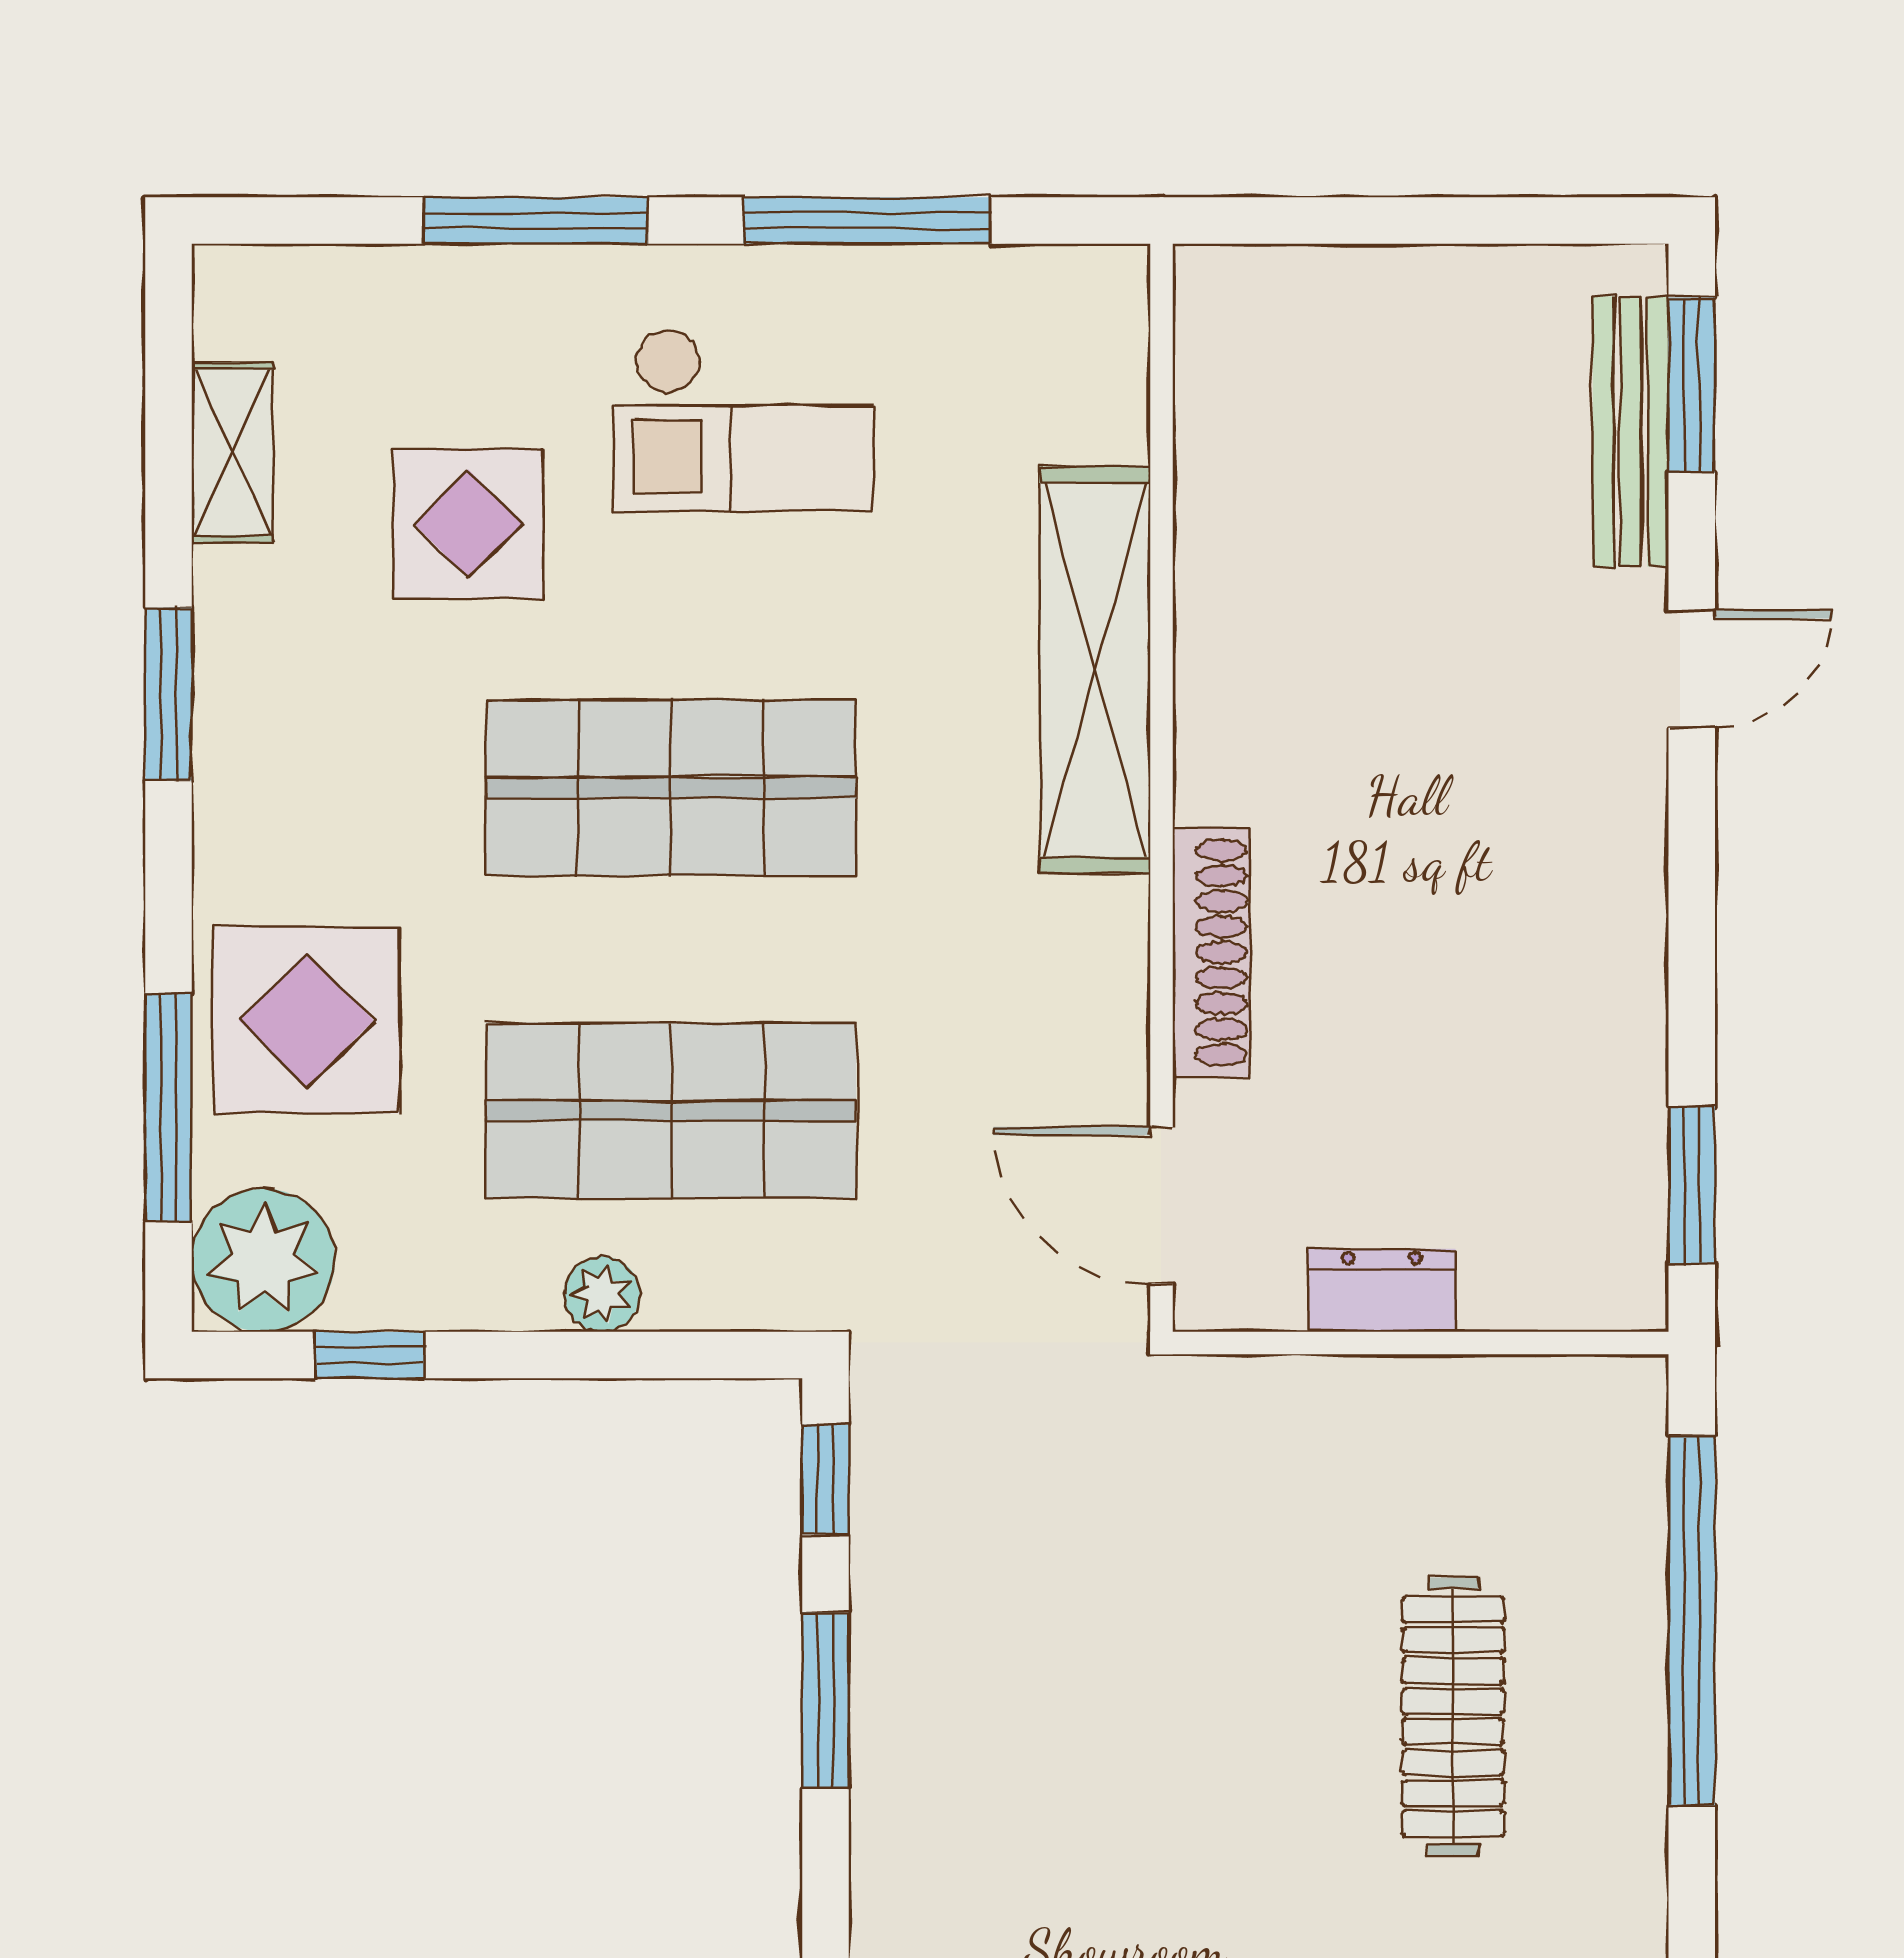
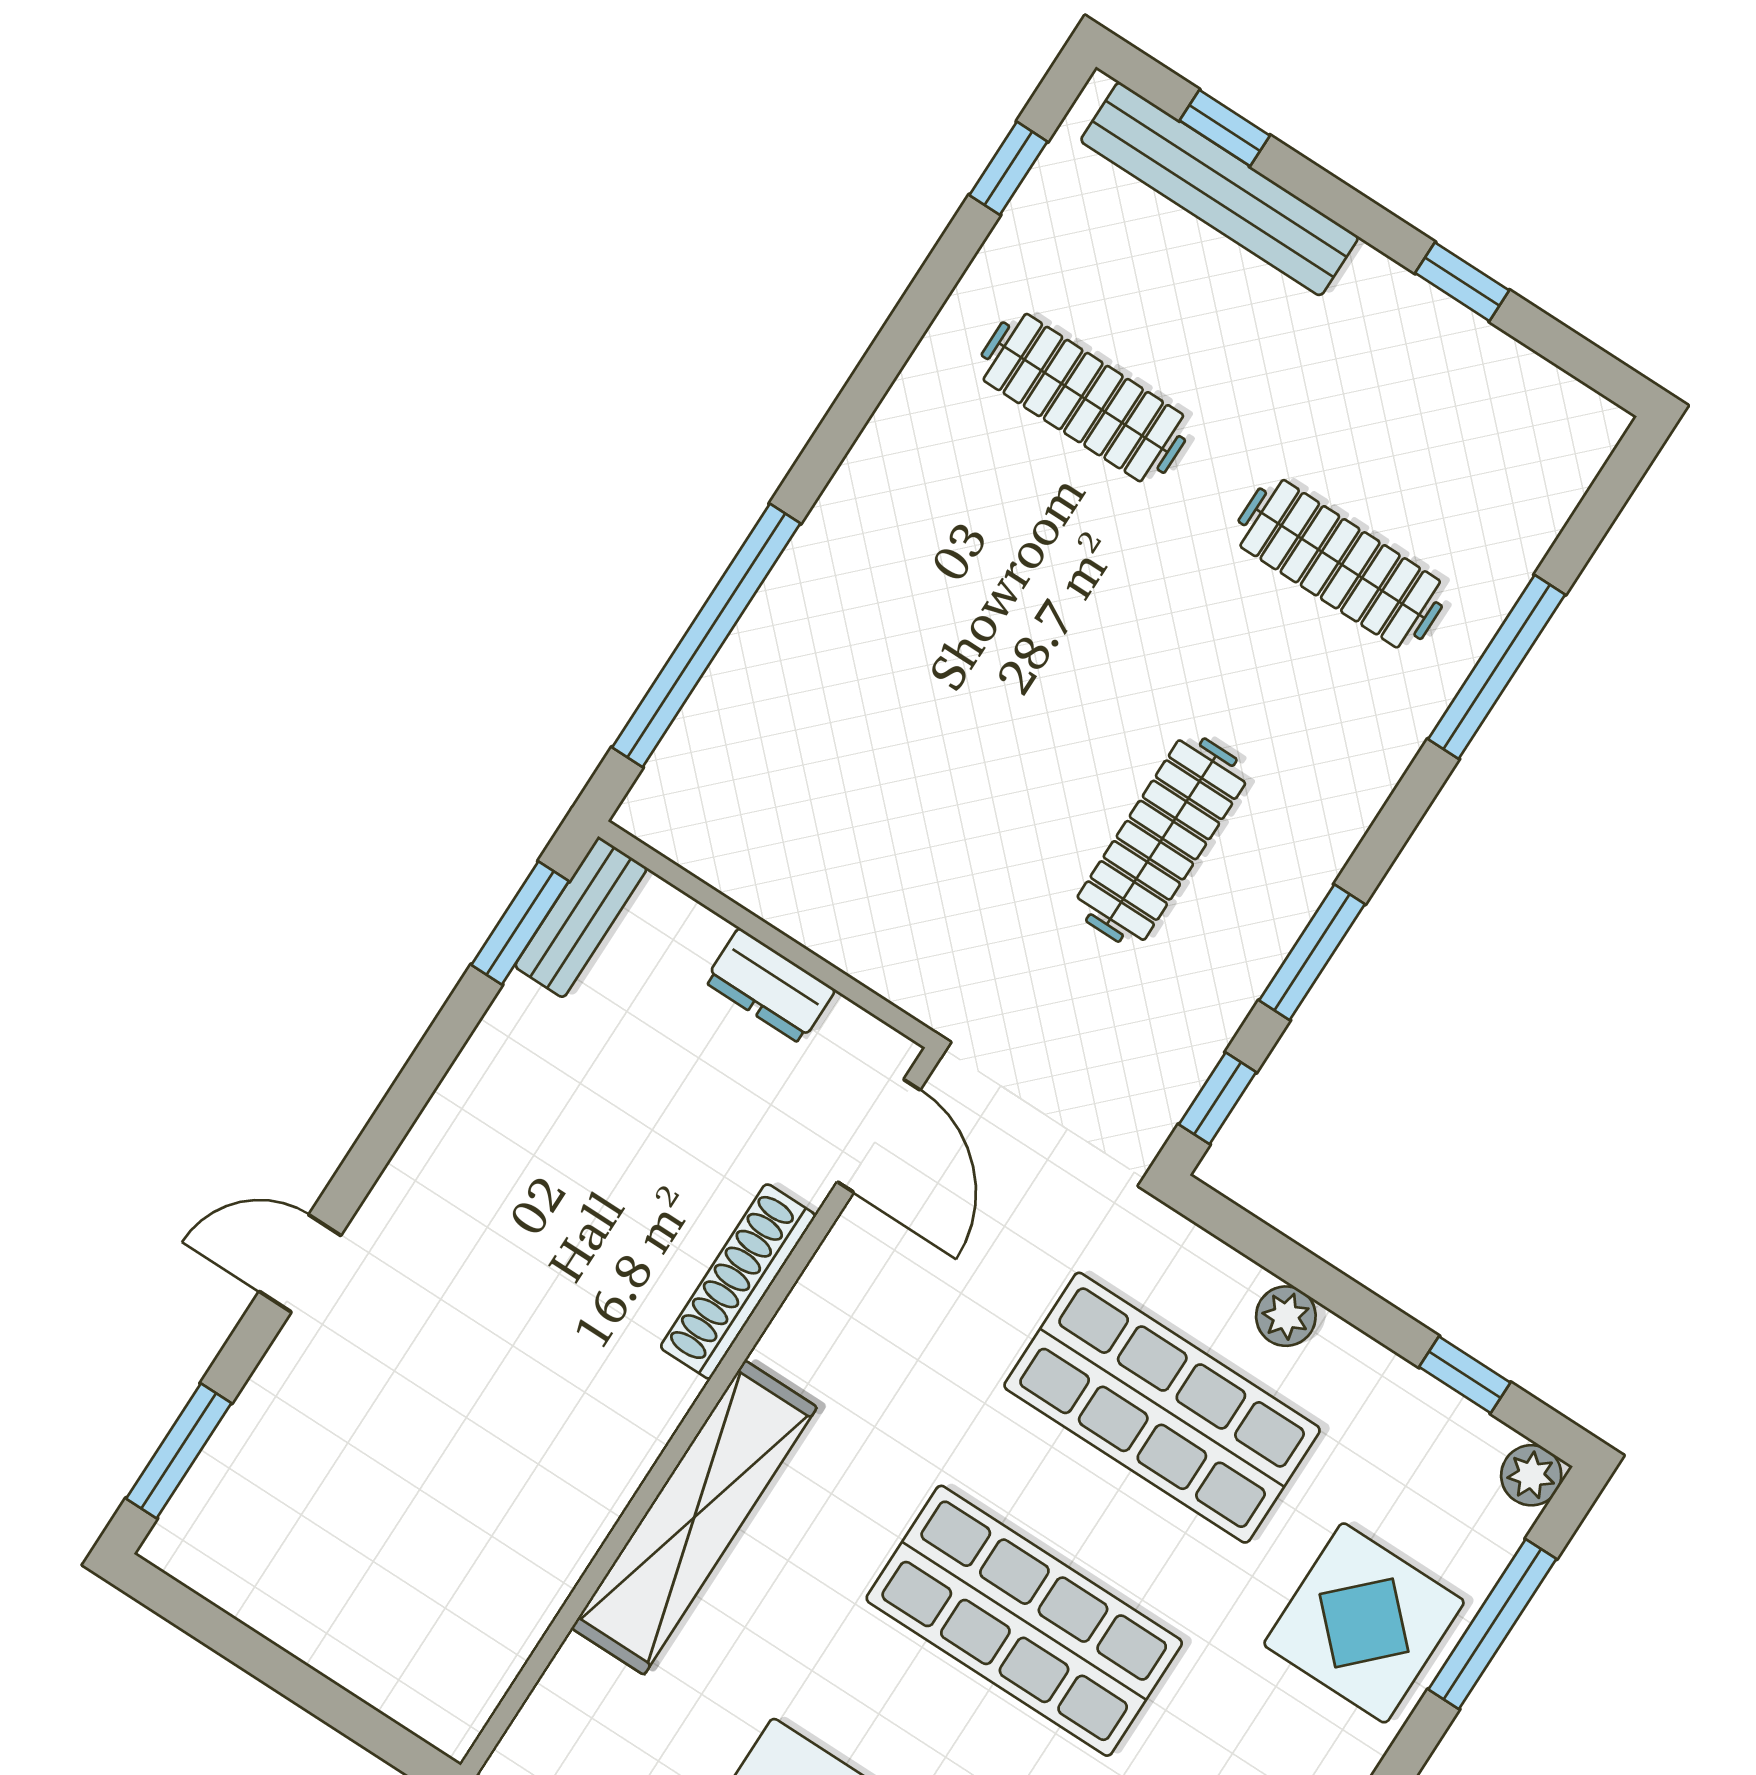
bench: (1631, 431) -> (581, 917), moved, width x0.73
plant: (263, 1260) -> (1531, 1475), width x0.53, depth x0.53
clothes rail: (1453, 1717) -> (1161, 840), moved

